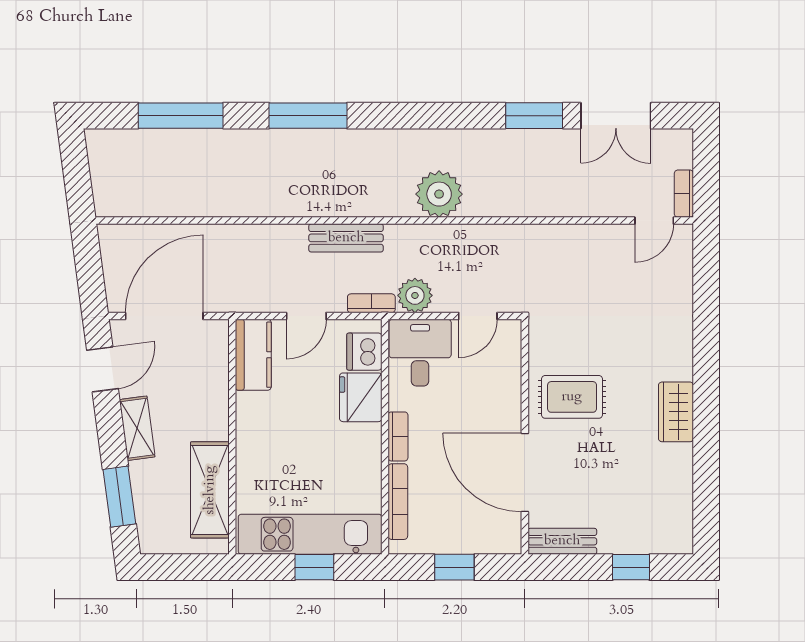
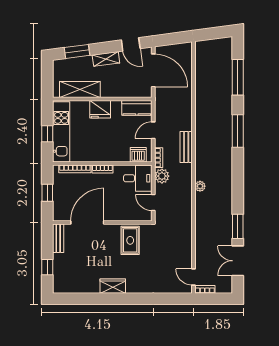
plant: (439, 194) -> (200, 186), width x0.53, depth x0.53
door: (306, 316) -> (153, 130), hinge flipped
fridge: (361, 397) -> (100, 109), moved, turned 180
rug: (572, 397) -> (130, 240), moved

